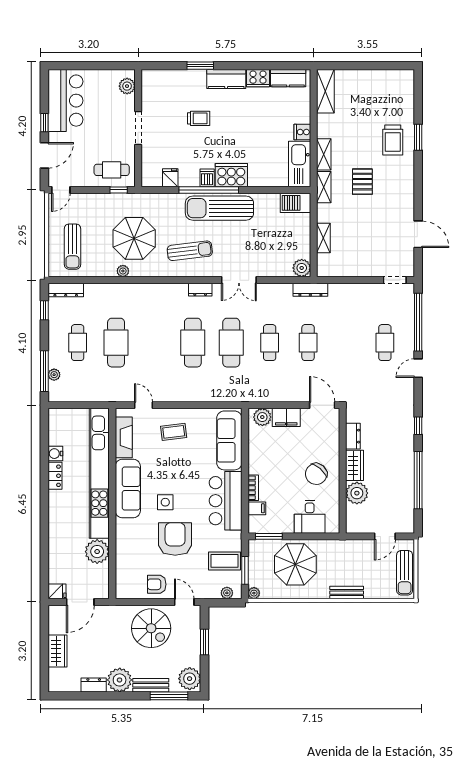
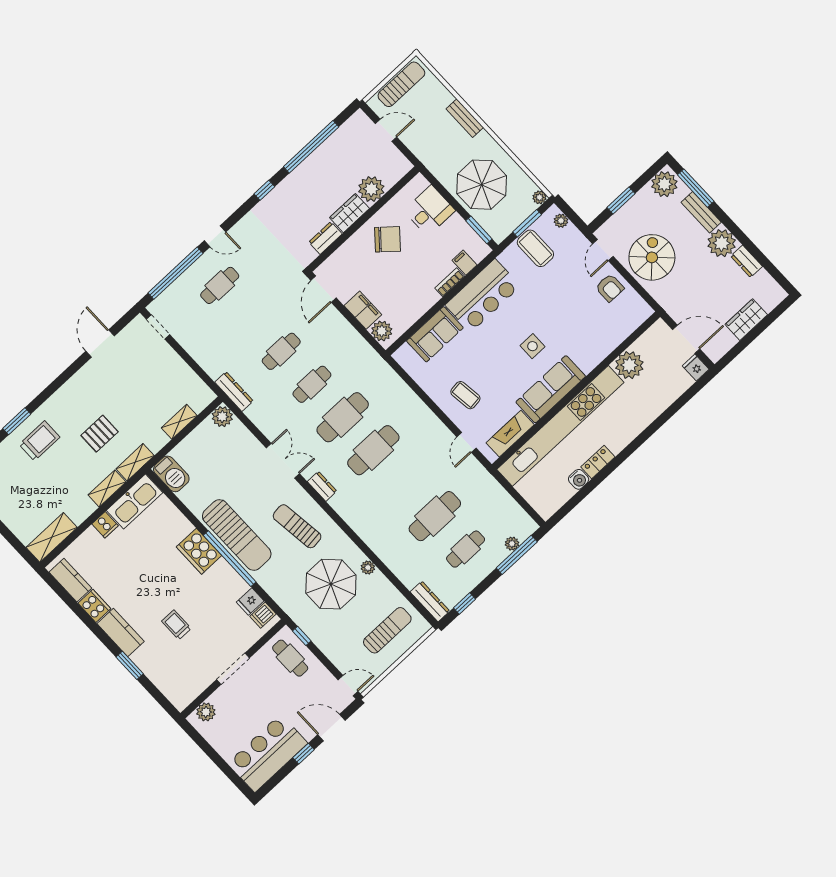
dishwasher: (207, 178) -> (263, 615), moved
sofa: (229, 440) -> (435, 334), width x0.73
armchair: (175, 539) -> (556, 308), removed

